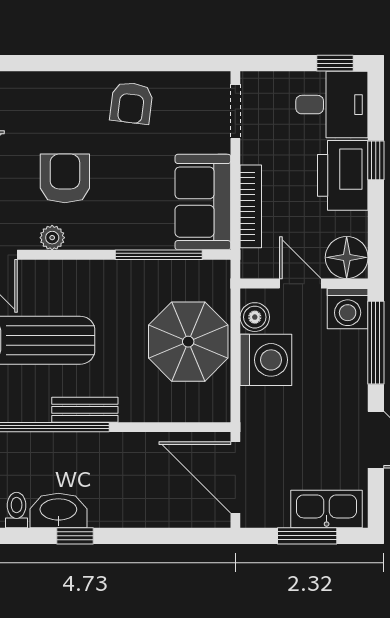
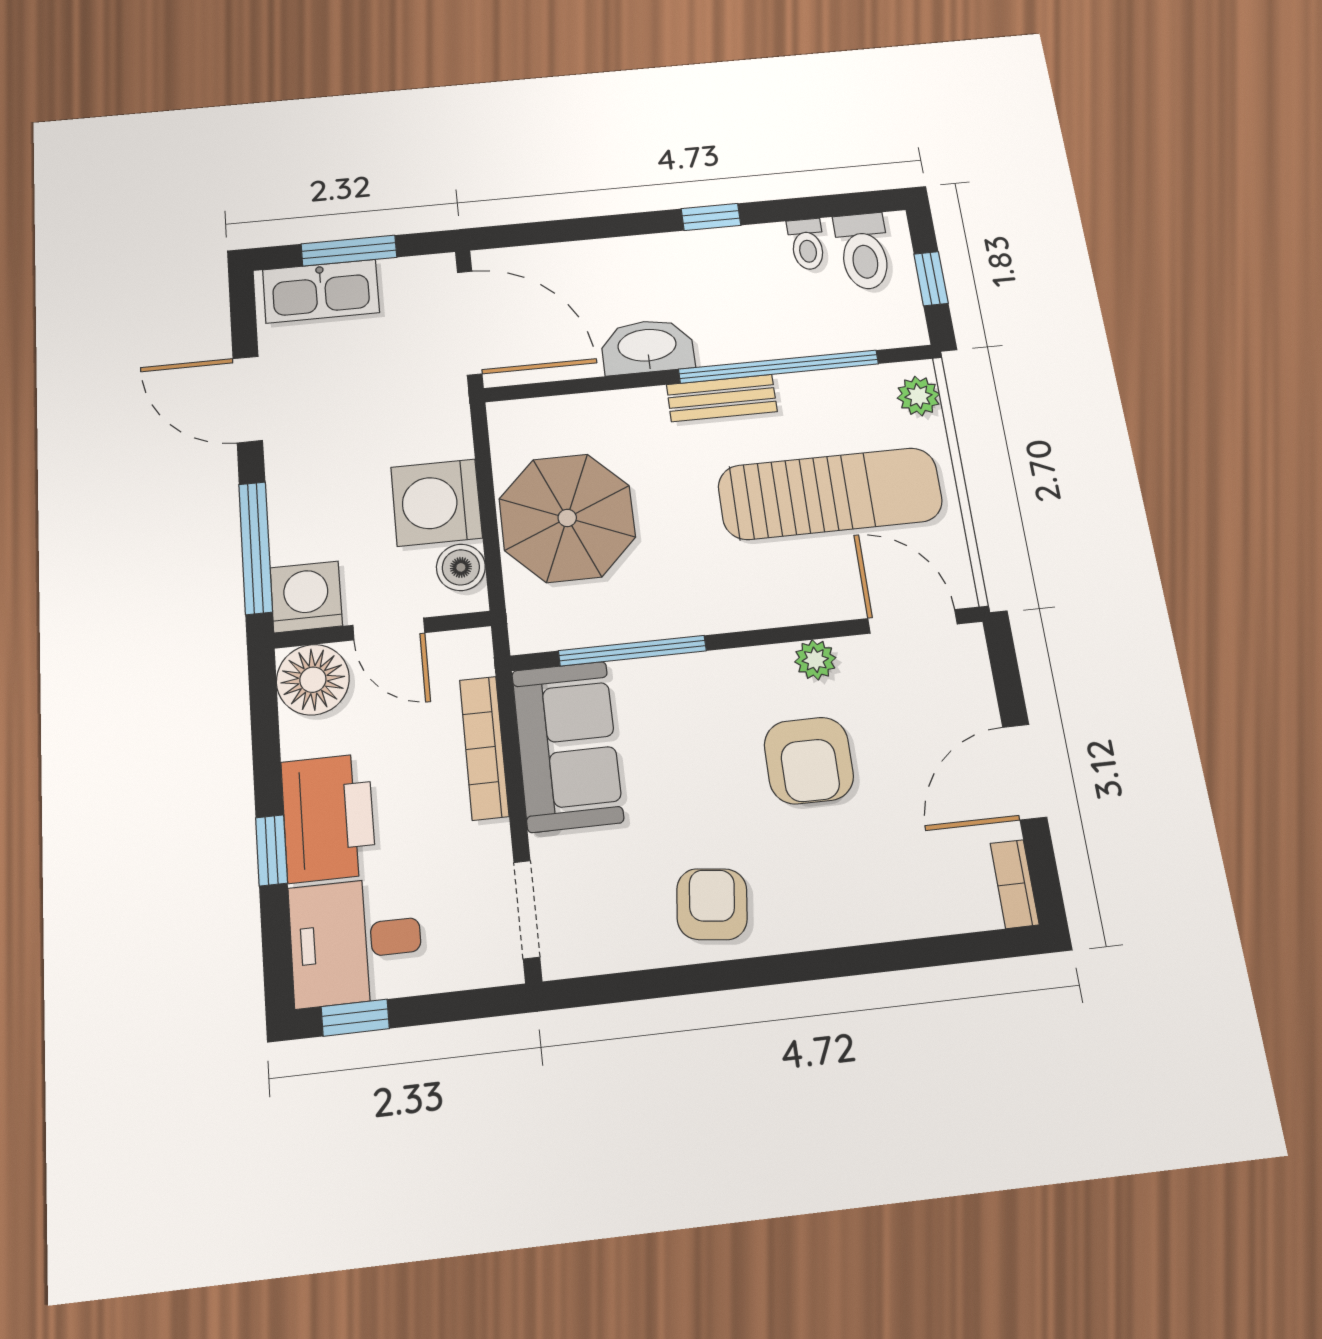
washbasin: (58, 510) -> (647, 347), moved, turned 180

